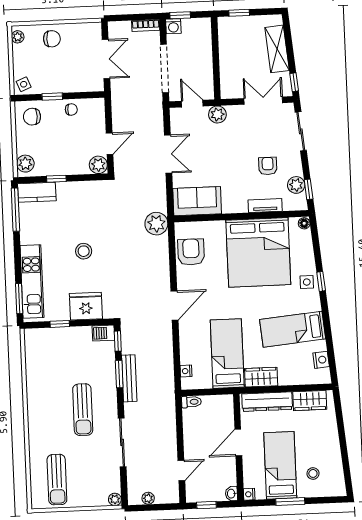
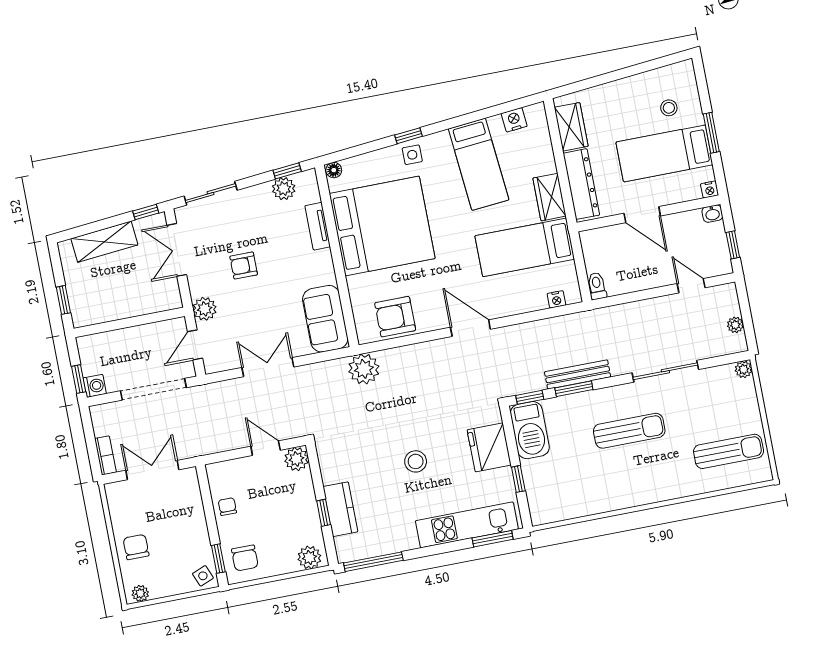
bookcase: (146, 25) -> (105, 455), moved
window: (52, 97) -> (218, 559), moved
armchair: (268, 166) -> (244, 266), moved
kitchen counter: (37, 192) -> (340, 509), moved
barbecue: (103, 333) -> (530, 430), width x1.88, depth x1.53

